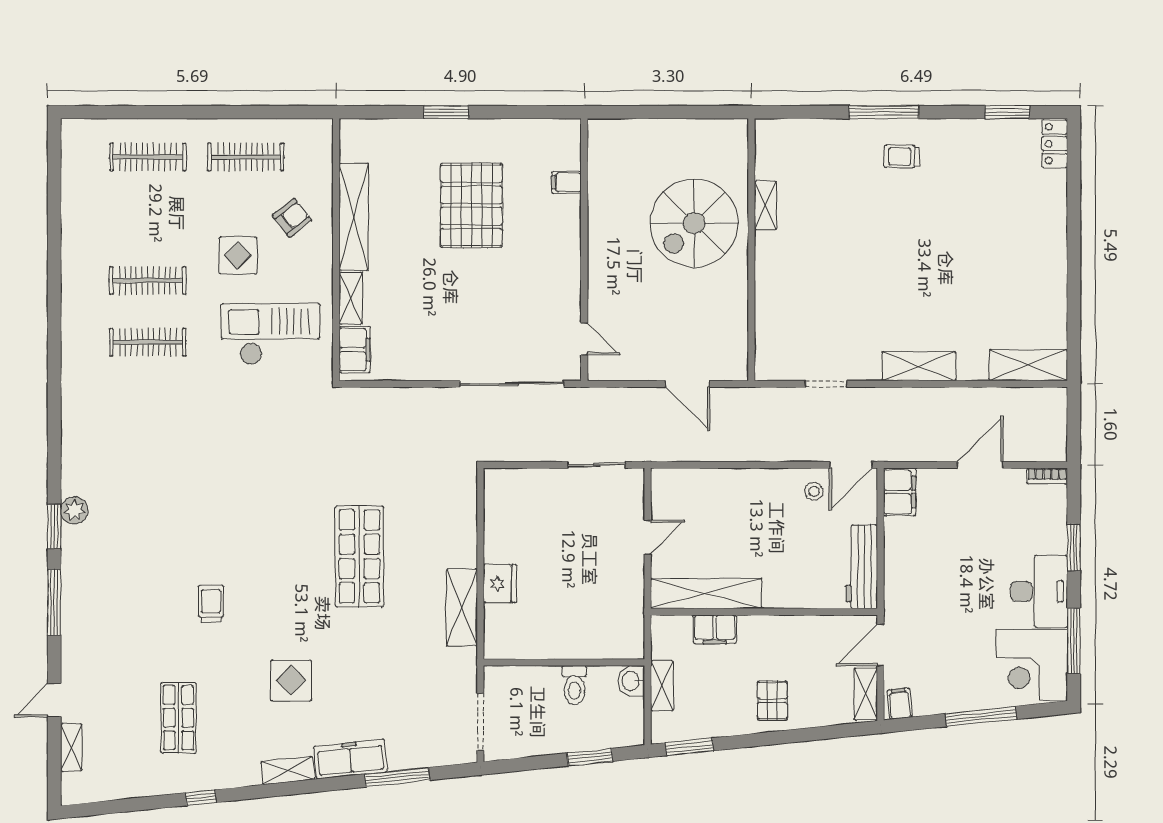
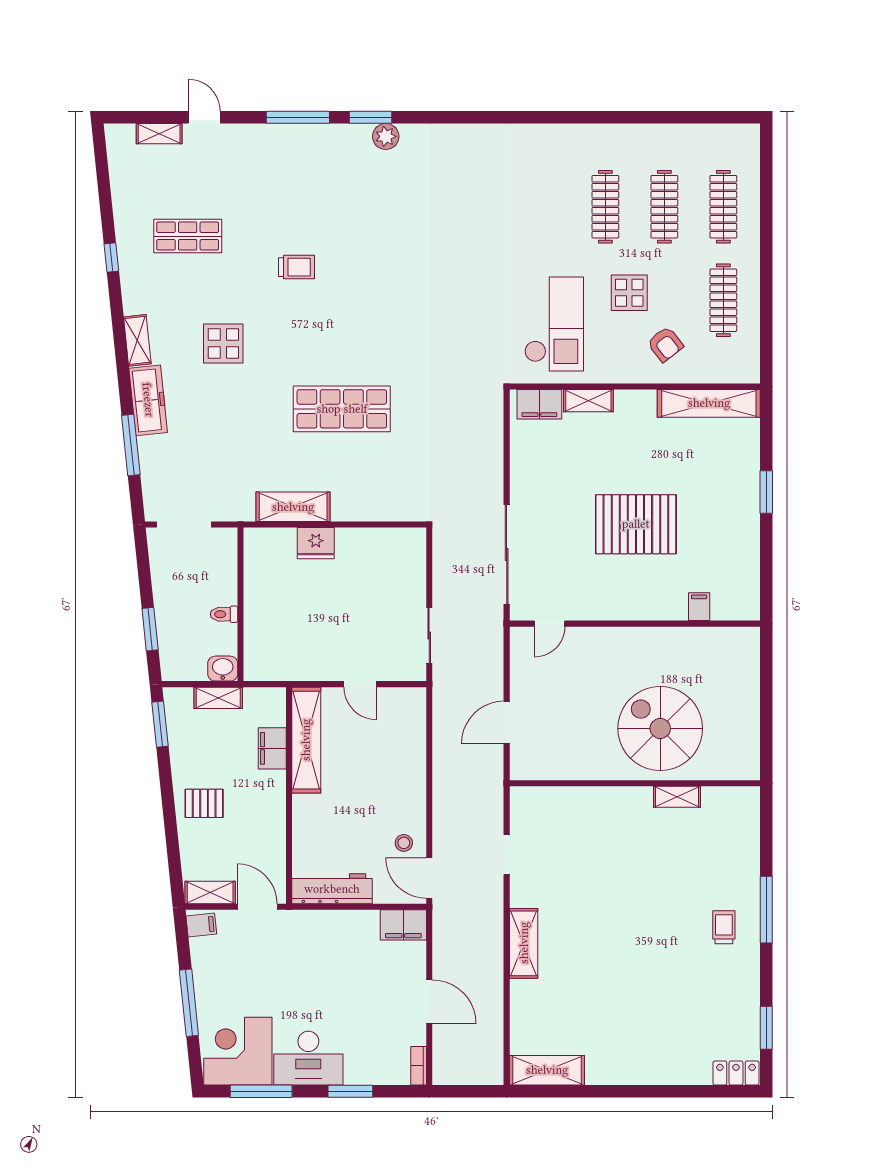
pallet: (471, 205) -> (636, 524), moved
shelving: (354, 217) -> (709, 403), moved
clothes rail: (148, 342) -> (664, 207), moved
shelving: (1028, 365) -> (547, 1070), moved, turned 90
toilet: (574, 685) -> (224, 614), width x0.73, depth x0.72

